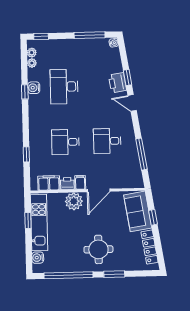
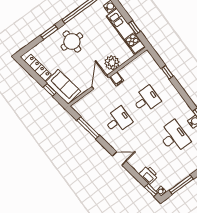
window: (127, 77) -> (151, 190), moved
printer: (118, 83) -> (149, 175), moved
filing cabinet: (49, 183) -> (138, 63), removed
printer: (67, 184) -> (125, 72), removed

